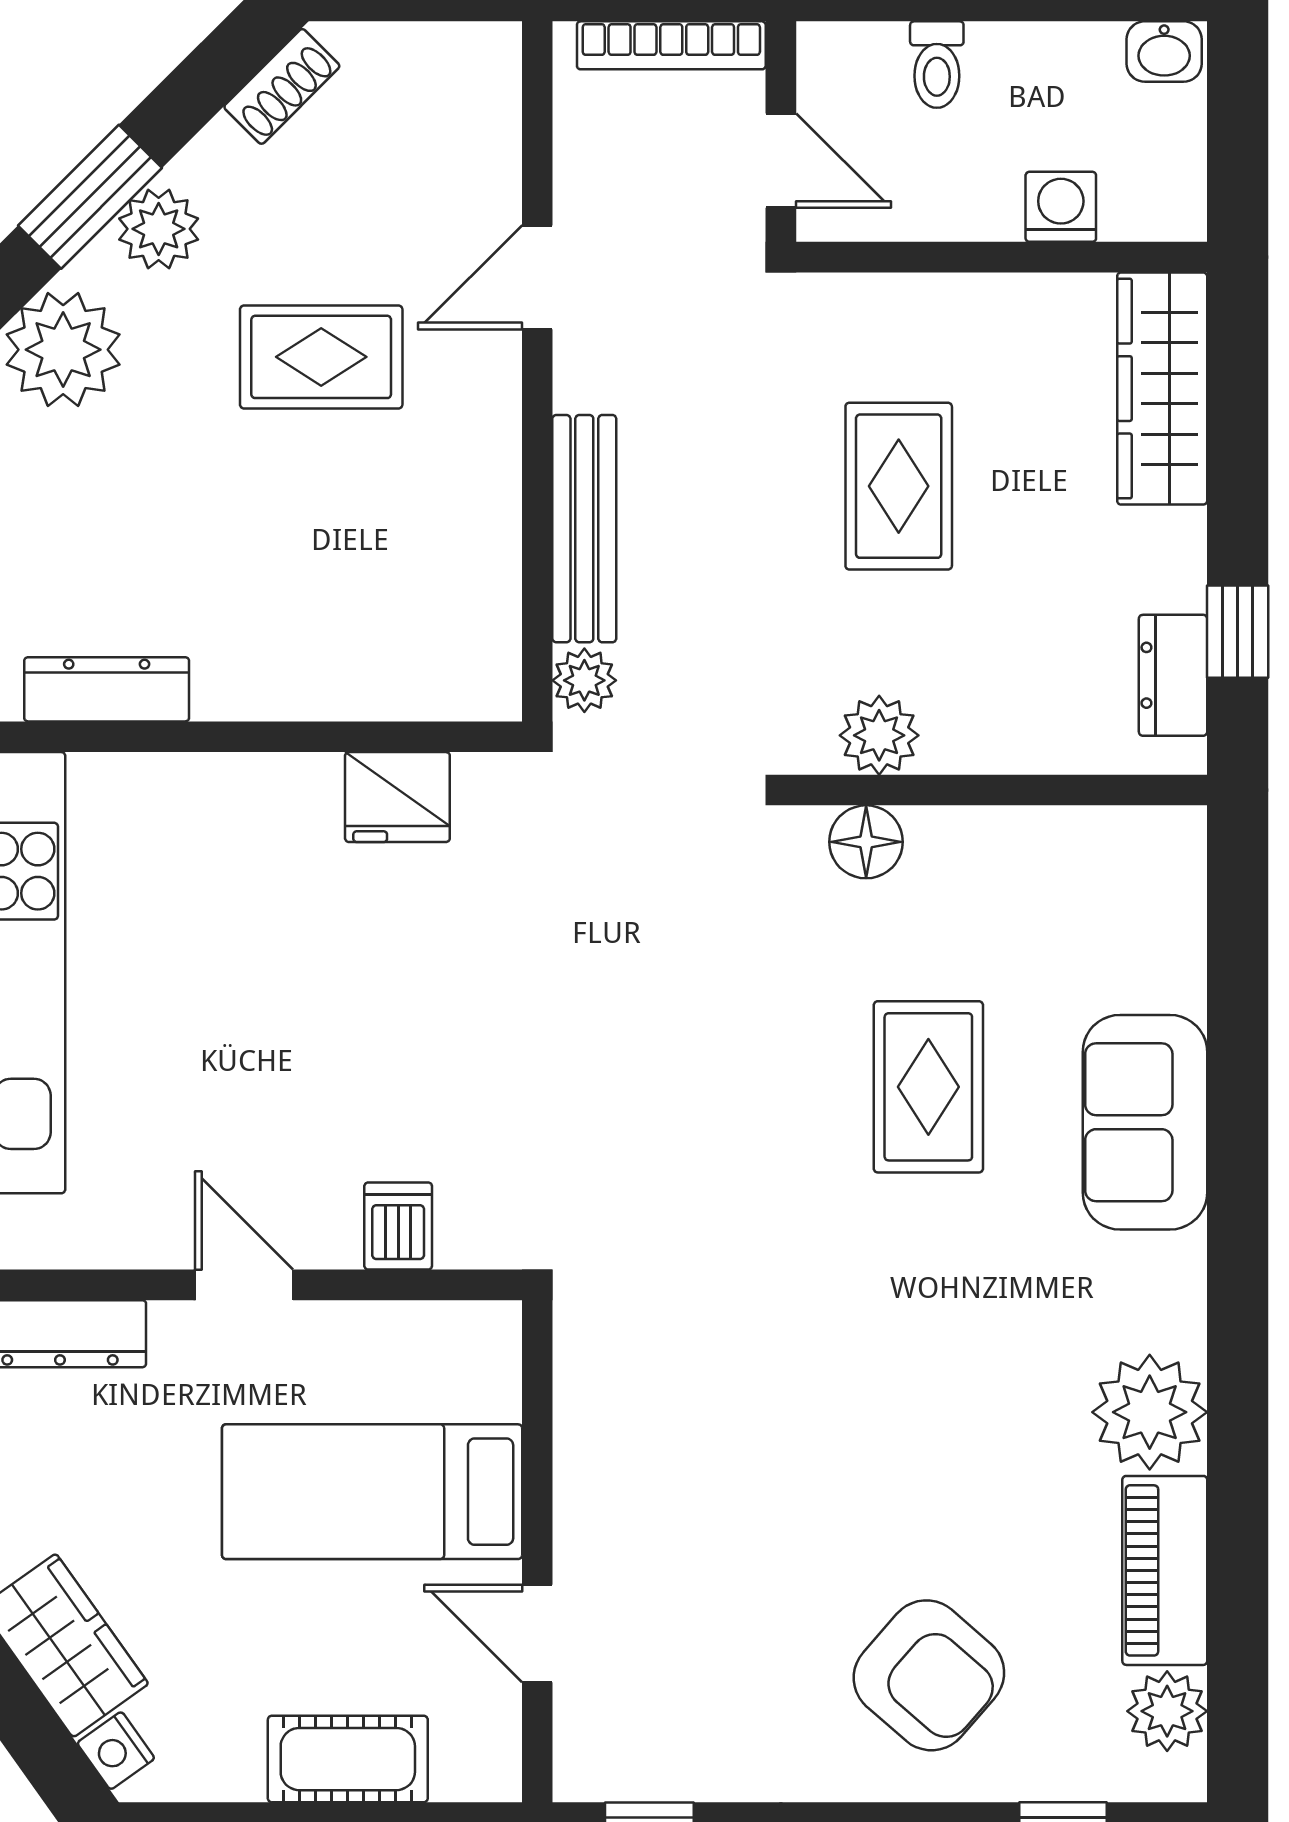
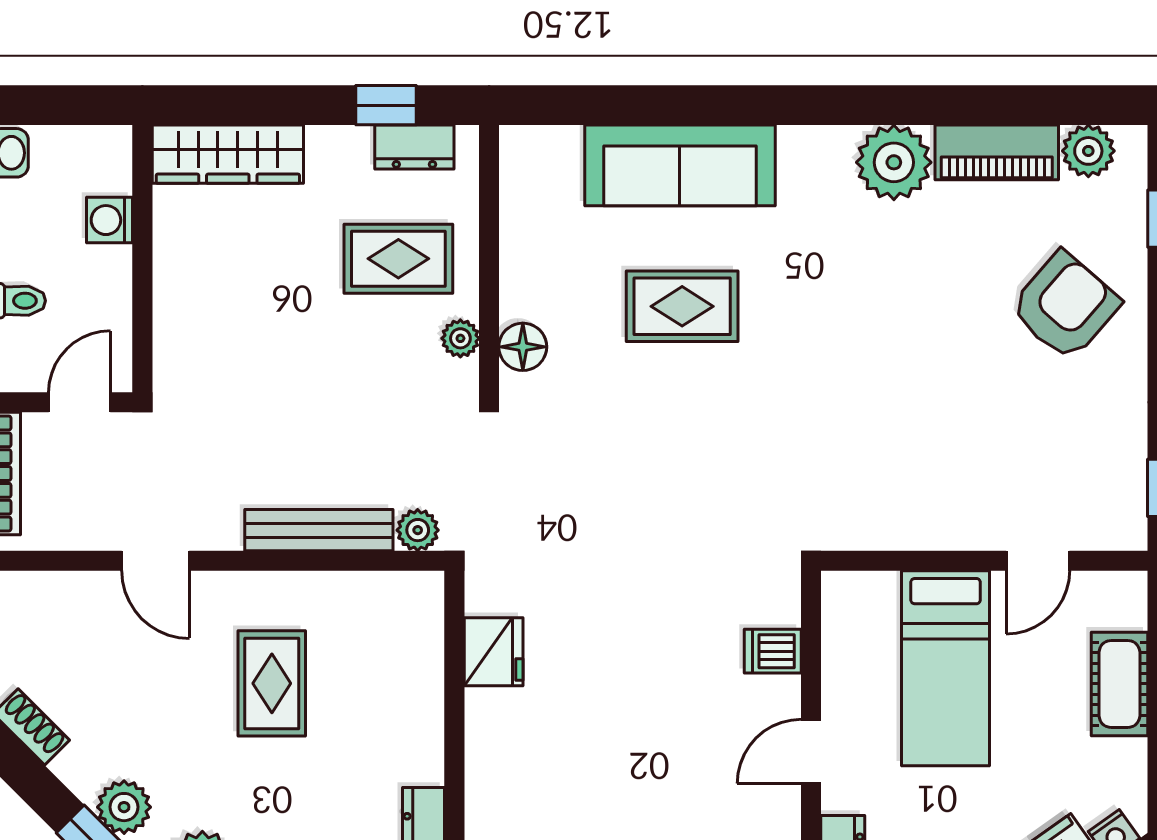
rug: (321, 357) -> (272, 683), moved
rug: (899, 486) -> (398, 259), moved
plant: (879, 735) -> (460, 338), width x0.73, depth x0.73
sofa: (1145, 1122) -> (680, 165), width x1.36

